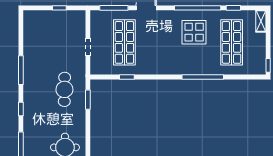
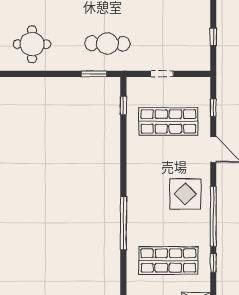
window: (114, 8) -> (213, 108), width x0.46
display table: (194, 32) -> (185, 194), moved
window: (127, 77) -> (123, 105), moved

